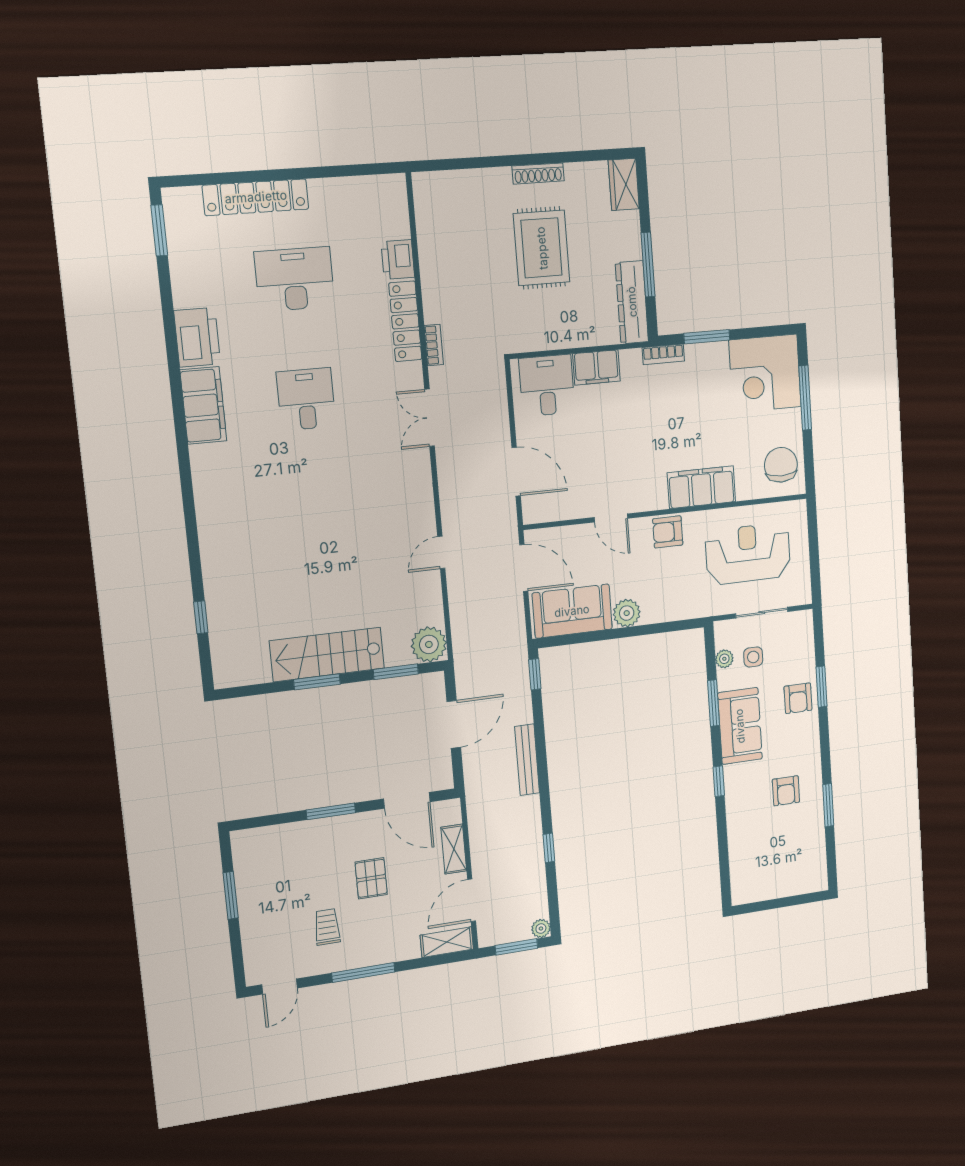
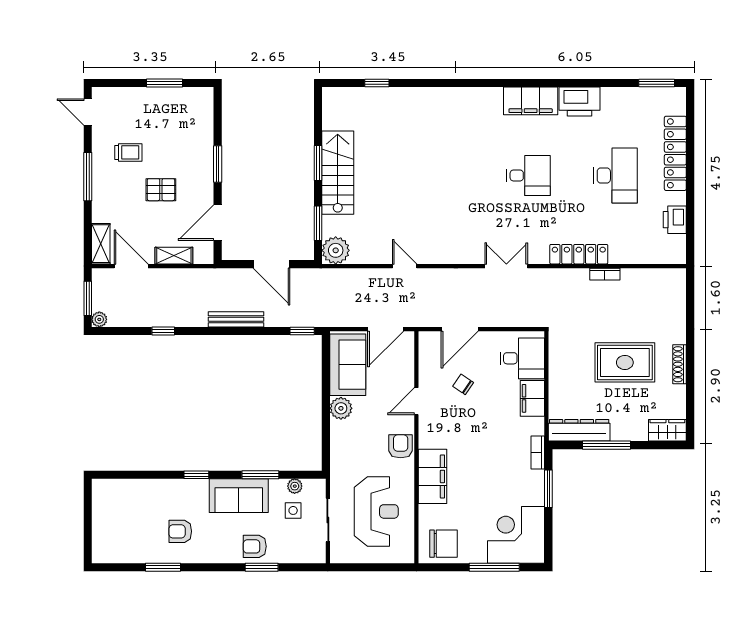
printer: (398, 260) -> (675, 220), moved, turned -90
bookcase: (434, 345) -> (605, 274), moved
chair: (586, 460) -> (463, 384), added

